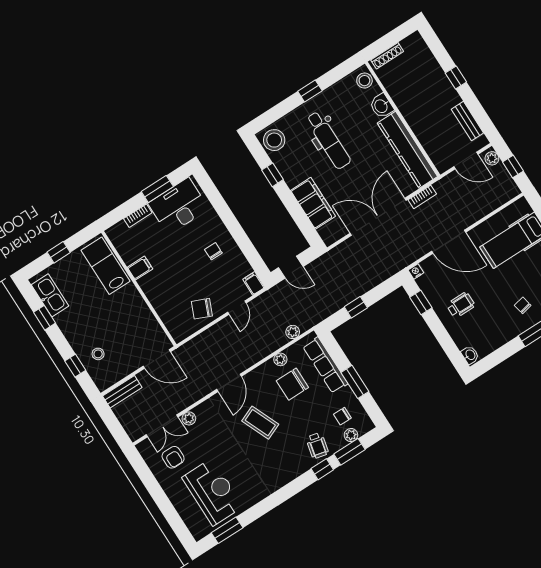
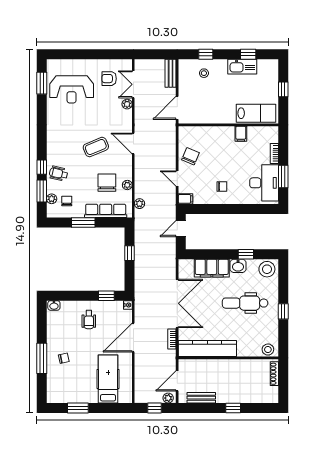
washbasin: (381, 106) -> (238, 266), moved, turned 180
kitchen sink: (50, 295) -> (242, 67), moved

